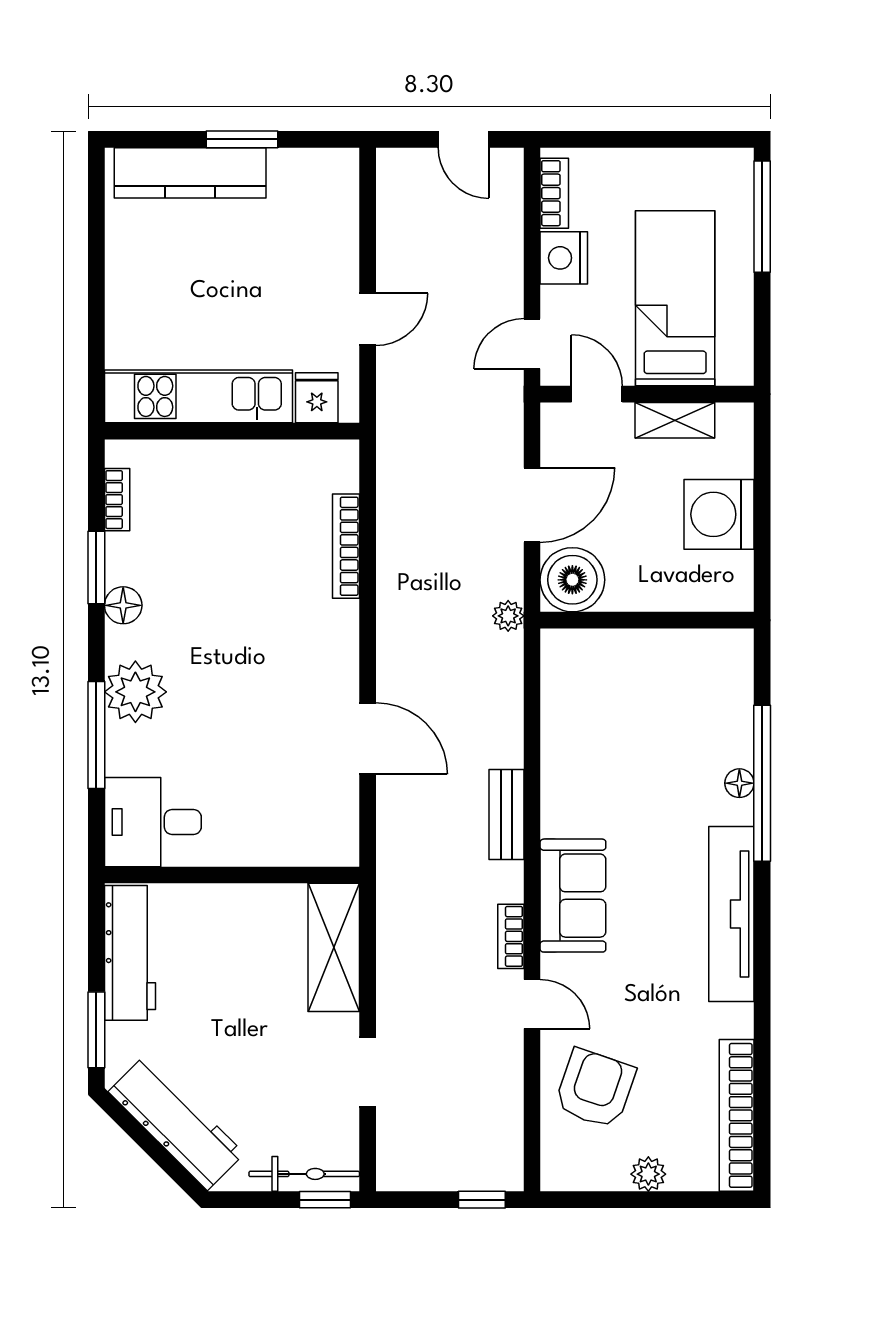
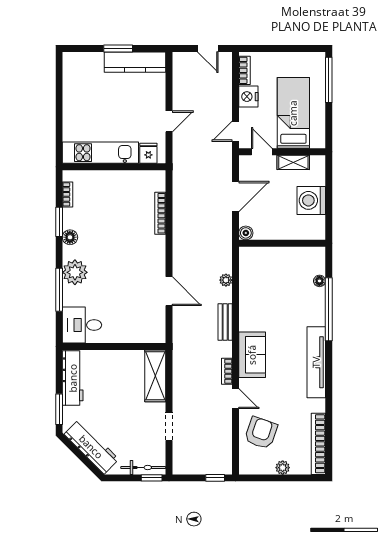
kitchen counter: (190, 173) -> (135, 62), moved
boiler: (572, 580) -> (246, 233), width x0.54, depth x0.54
plant: (508, 616) -> (226, 280), moved
floor lamp: (739, 783) -> (319, 281), moved

